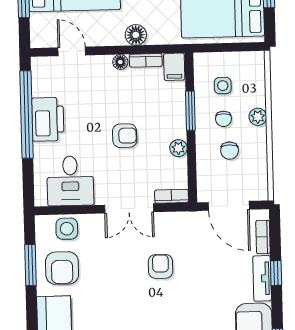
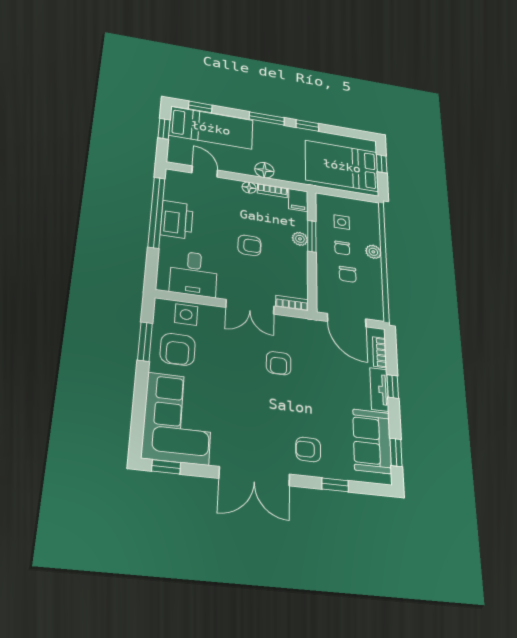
plant: (178, 148) -> (300, 239), moved
armchair: (160, 266) -> (279, 363), turned 180

